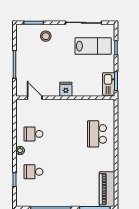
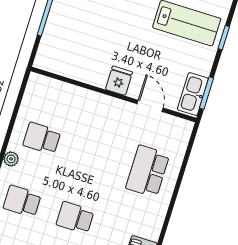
door: (35, 98) -> (150, 106), moved
school desk: (65, 172) -> (75, 218), added

